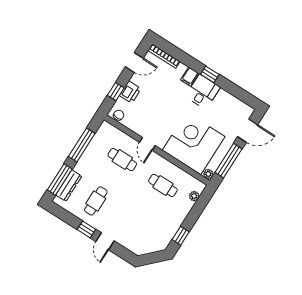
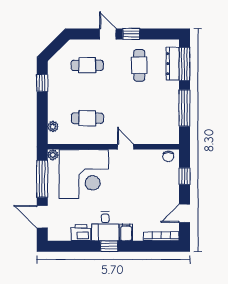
printer: (130, 92) -> (81, 233), moved, turned 90
door: (248, 131) -> (42, 217), hinge flipped
cafe table: (122, 160) -> (87, 65), moved

